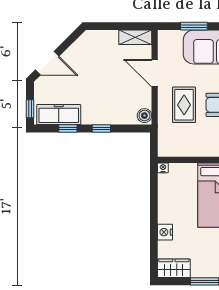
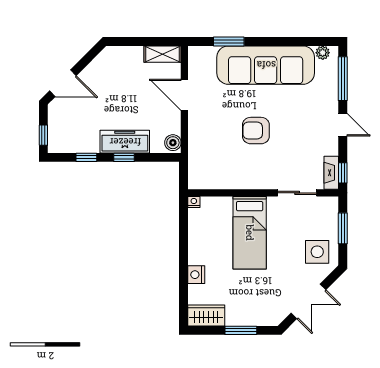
rug: (184, 105) -> (218, 131), removed
freezer: (59, 115) -> (125, 142), moved

